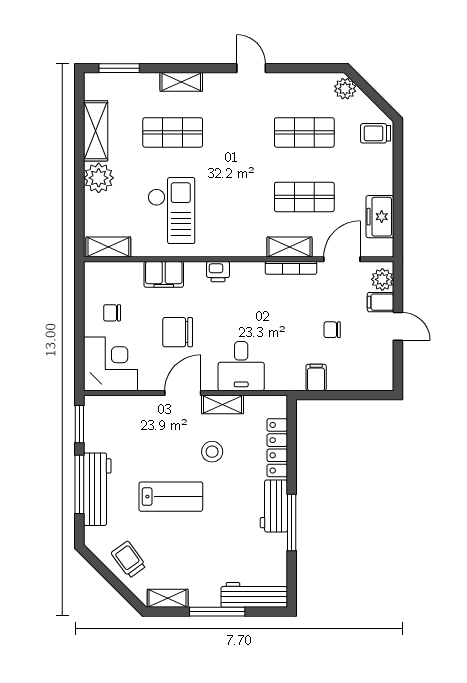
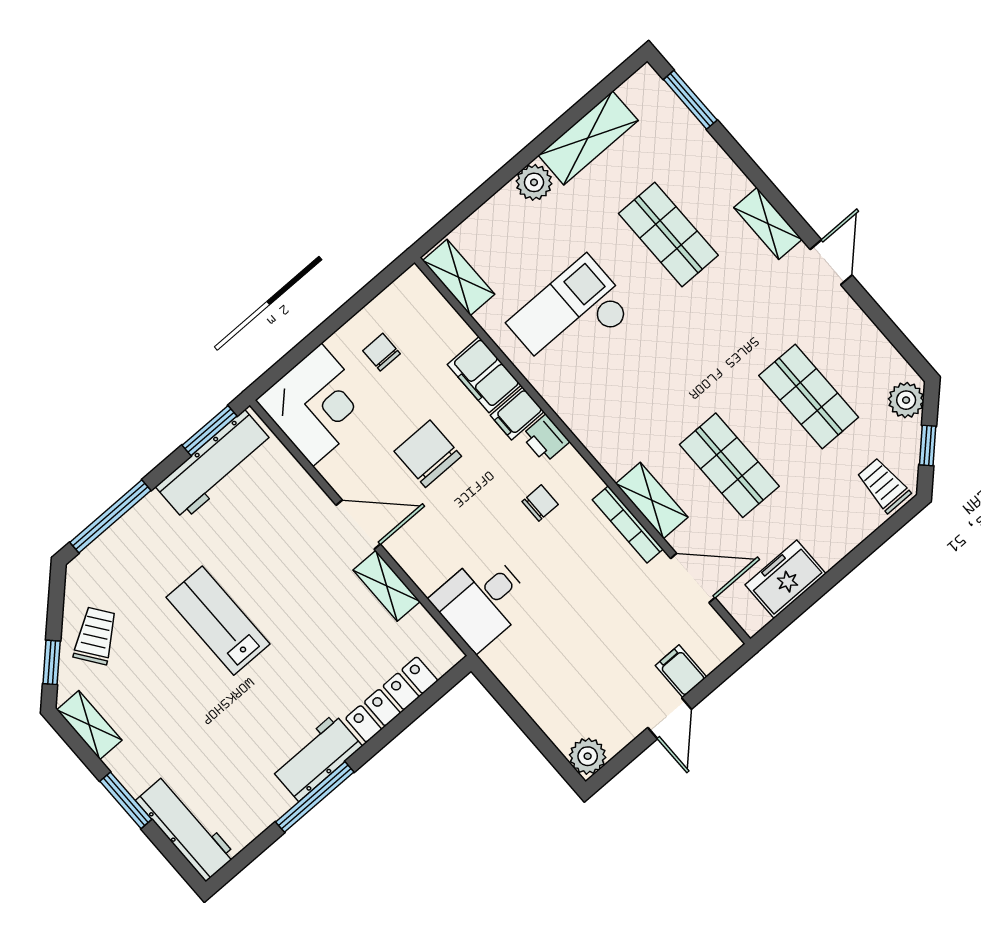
shelving: (181, 82) -> (768, 223), moved
window: (375, 97) -> (928, 445), added
plant: (99, 178) -> (534, 182), width x0.73, depth x0.73
checkout: (171, 211) -> (571, 316), turned 180
plant: (382, 279) -> (588, 756), moved
chair: (332, 330) -> (540, 503), moved, turned 90
desk: (241, 366) -> (482, 601), moved
filing cabinet: (316, 377) -> (517, 414), moved, turned 180
stool: (212, 452) -> (317, 623), removed
window: (79, 484) -> (110, 516), moved
workbench: (97, 489) -> (214, 465), moved
lab bench: (171, 497) -> (218, 621), turned 180
window: (123, 591) -> (52, 662), added
window: (217, 612) -> (126, 800), width x0.69

